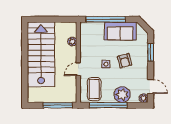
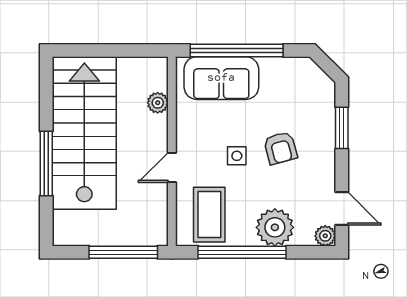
sofa: (120, 31) -> (221, 78), moved
window: (25, 67) -> (46, 163), added

